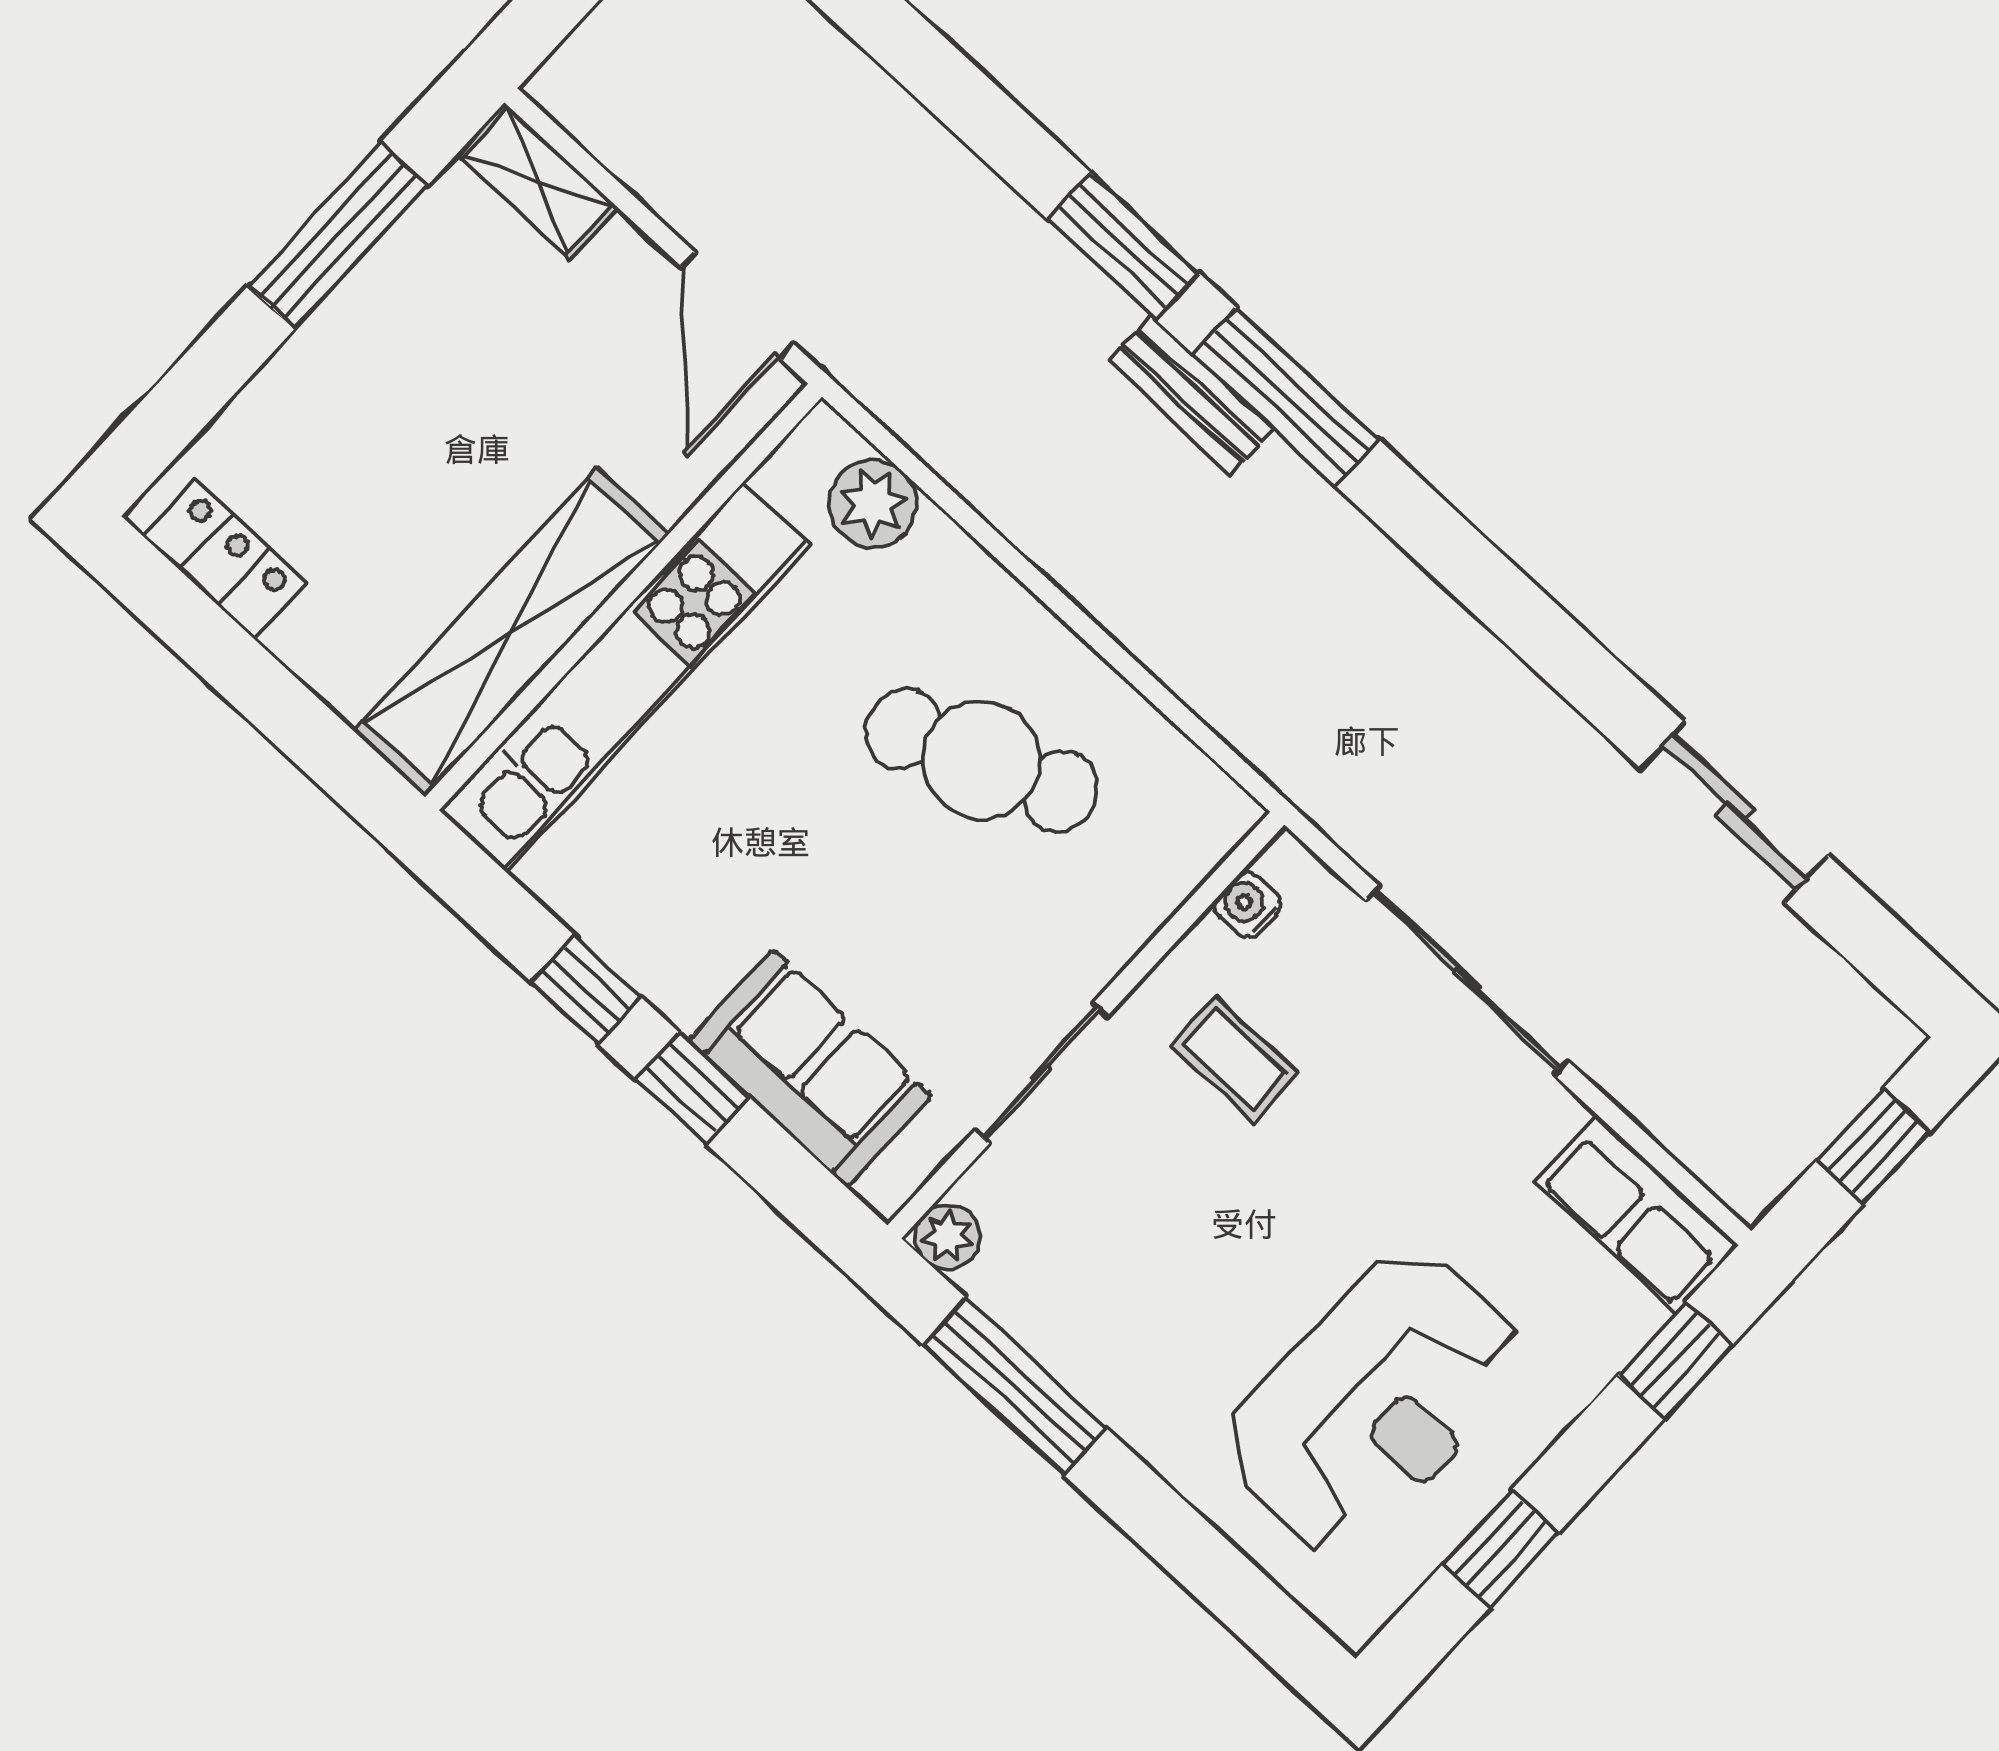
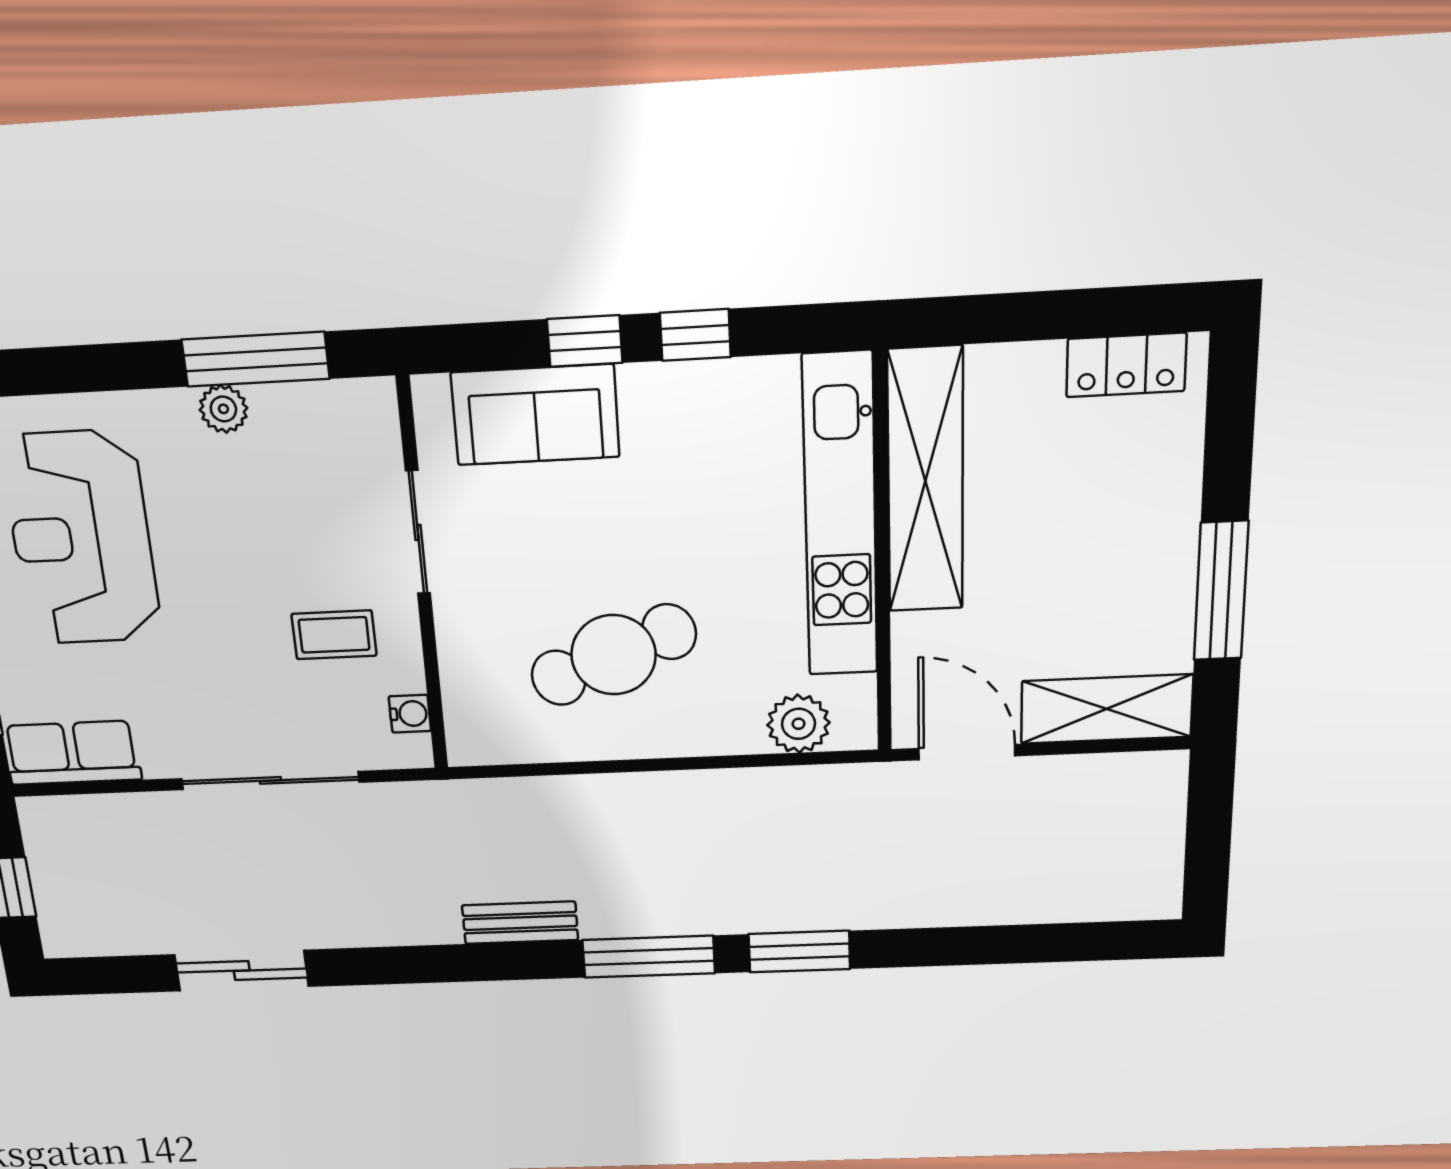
shelving: (538, 181) -> (1107, 709), width x1.50, depth x1.33
bench: (1191, 395) -> (520, 923), moved
plant: (947, 1237) -> (223, 409), moved

